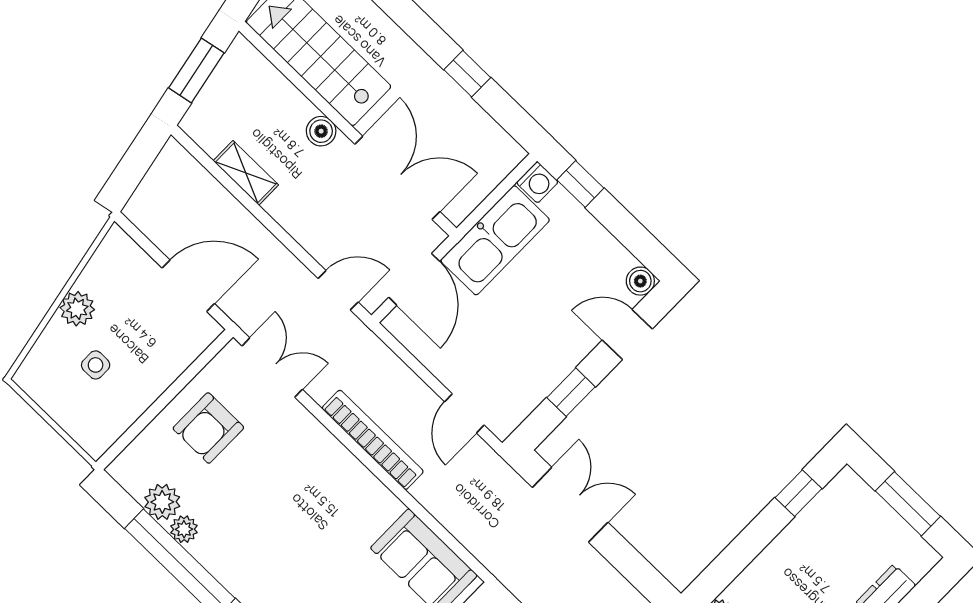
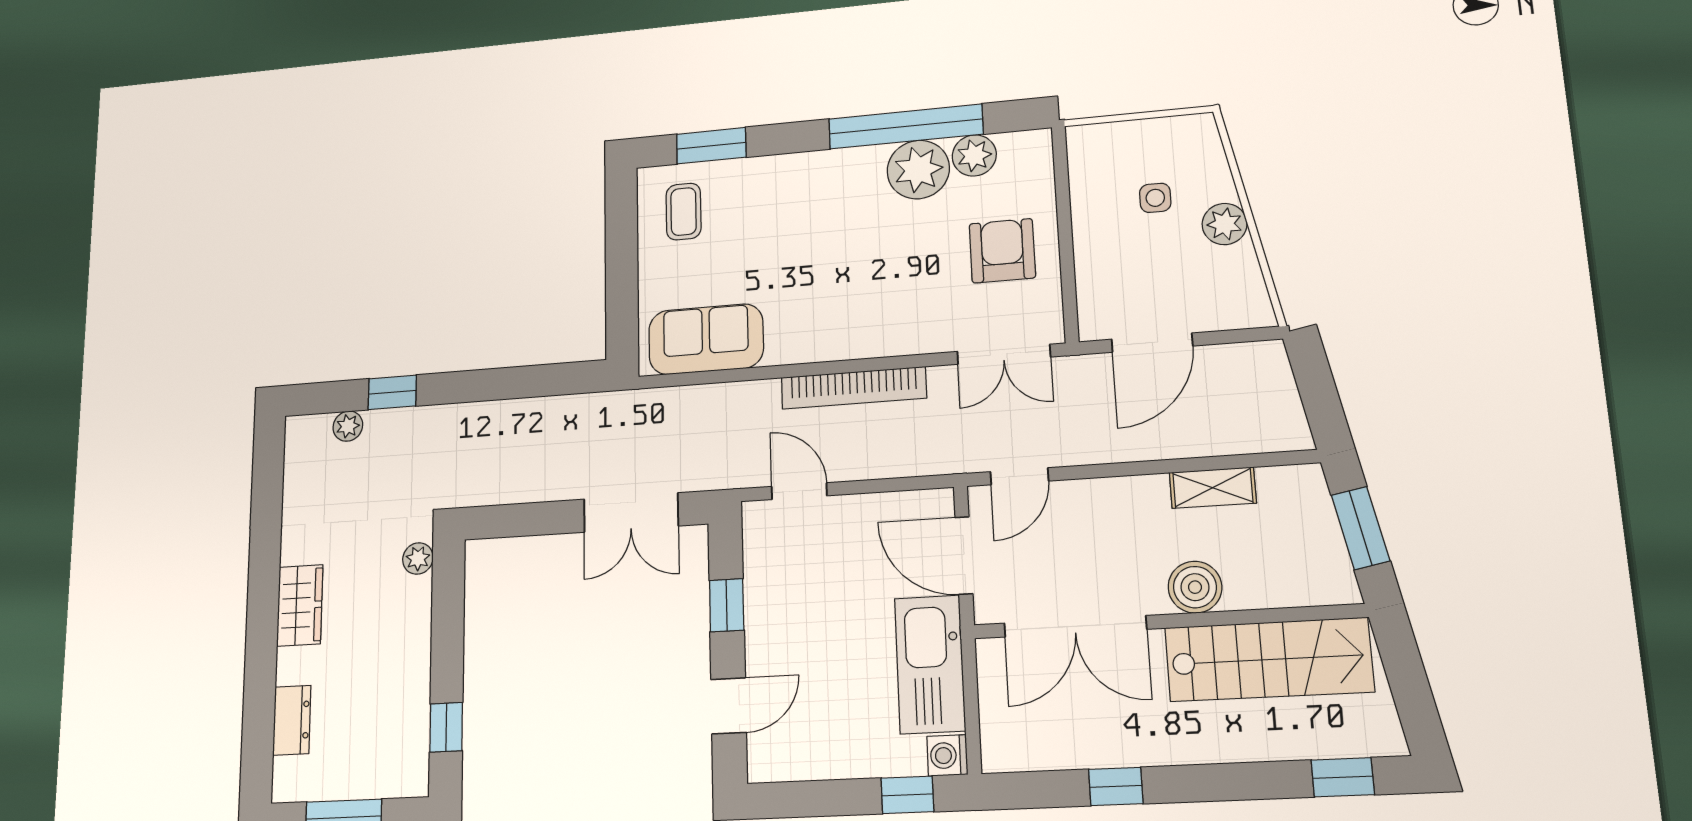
boiler: (321, 131) -> (1195, 587), width x1.36, depth x1.36
boiler: (640, 281) -> (765, 765), removed
plant: (184, 529) -> (918, 170), width x1.88, depth x1.88

